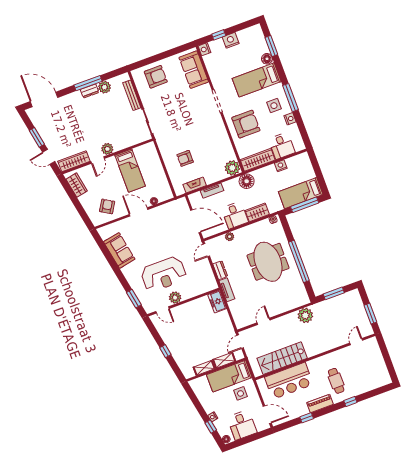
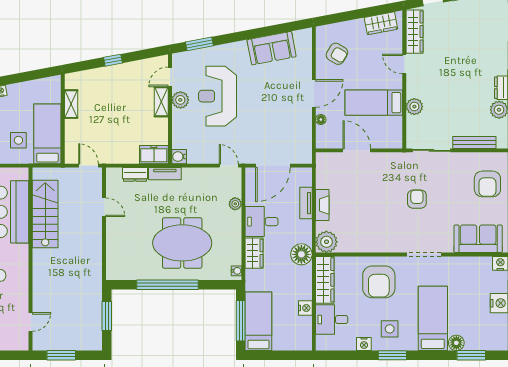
window: (291, 98) -> (392, 355), width x0.69
plant: (107, 149) -> (414, 107), moved
armchair: (185, 158) -> (417, 199), moved
door: (165, 170) -> (357, 150), added
fireplace: (195, 185) -> (322, 205), moved
dresser: (220, 270) -> (135, 174), moved
water cooler: (212, 285) -> (179, 157), added
plant: (305, 315) -> (91, 267), removed
door: (356, 342) -> (31, 322), hinge flipped
shelving: (224, 360) -> (161, 102), moved

